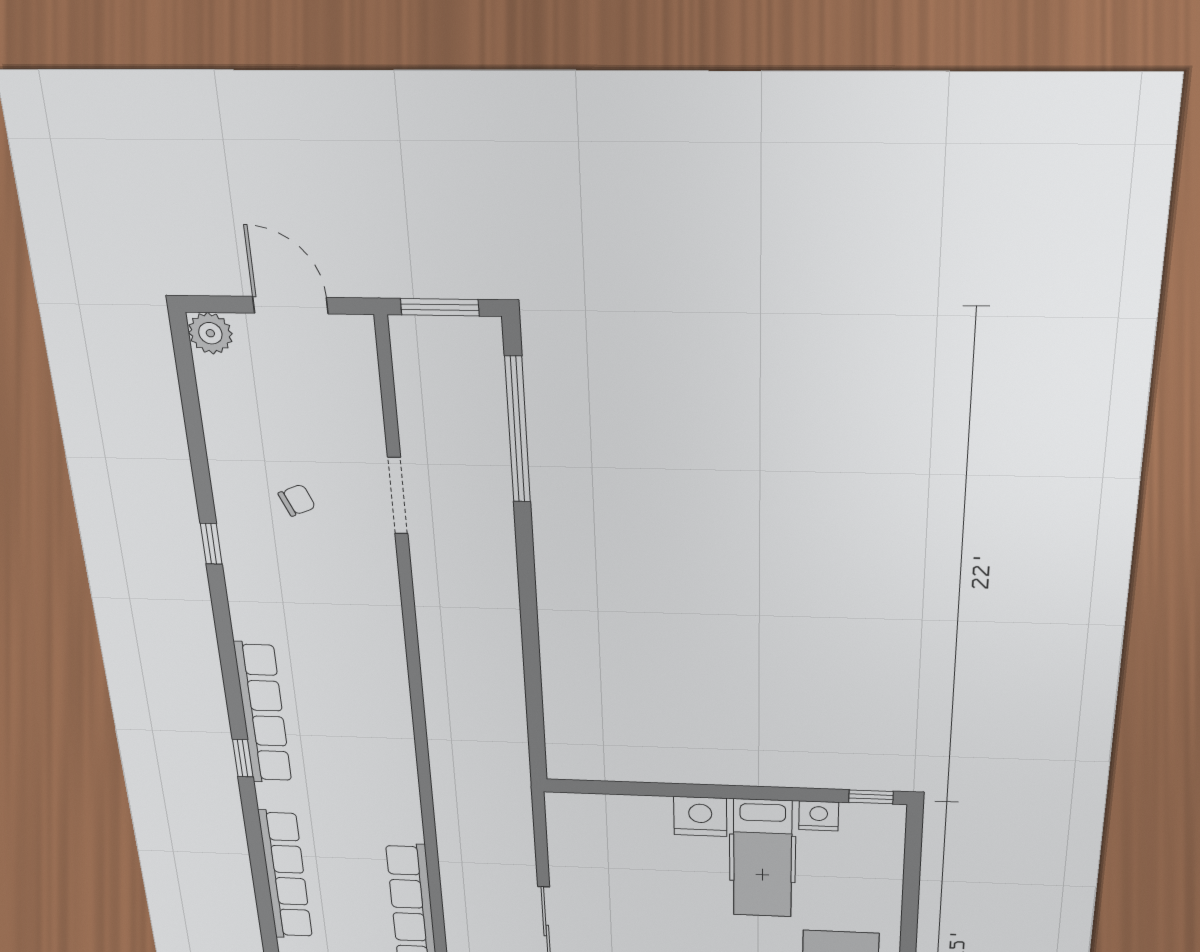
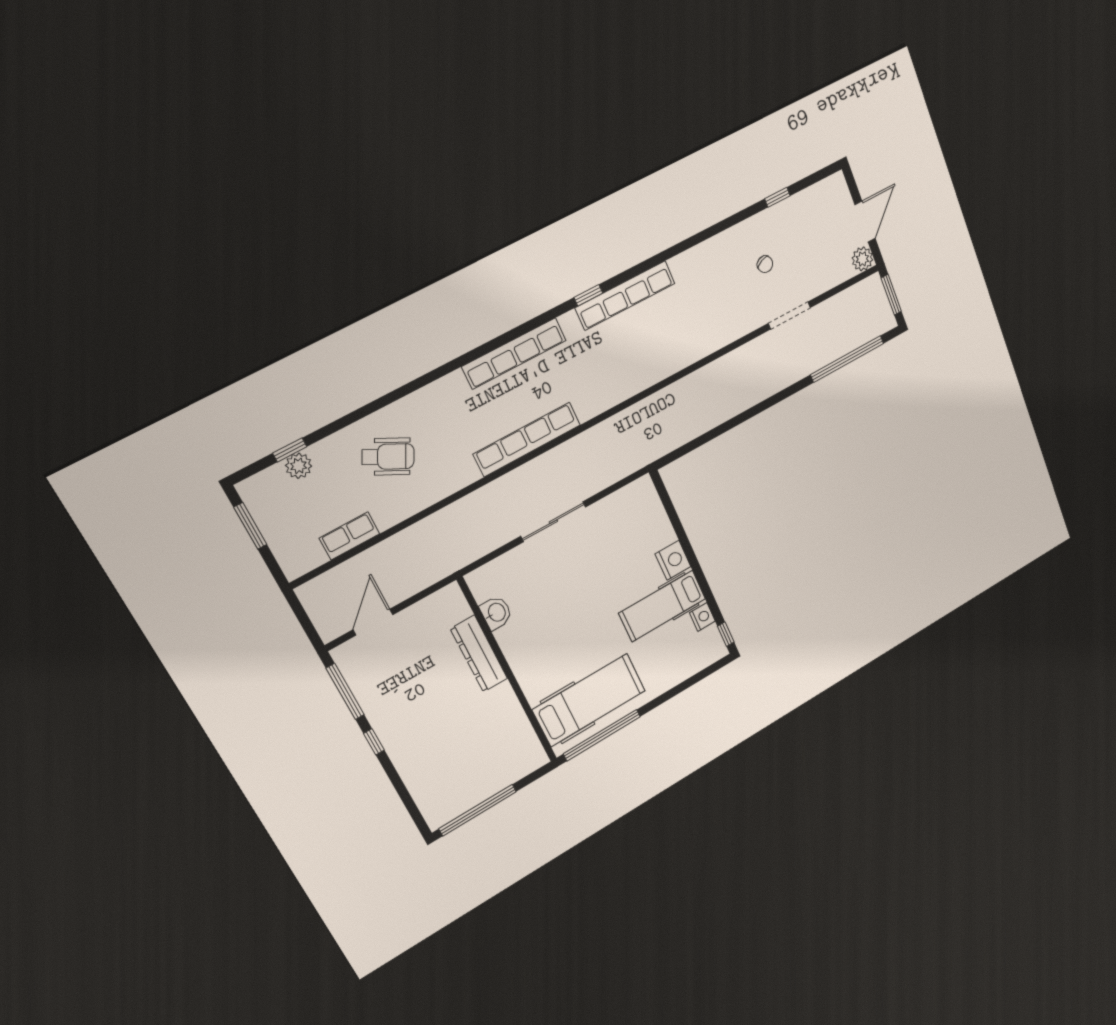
plant: (210, 333) -> (862, 259), moved
window: (211, 544) -> (777, 197), moved

